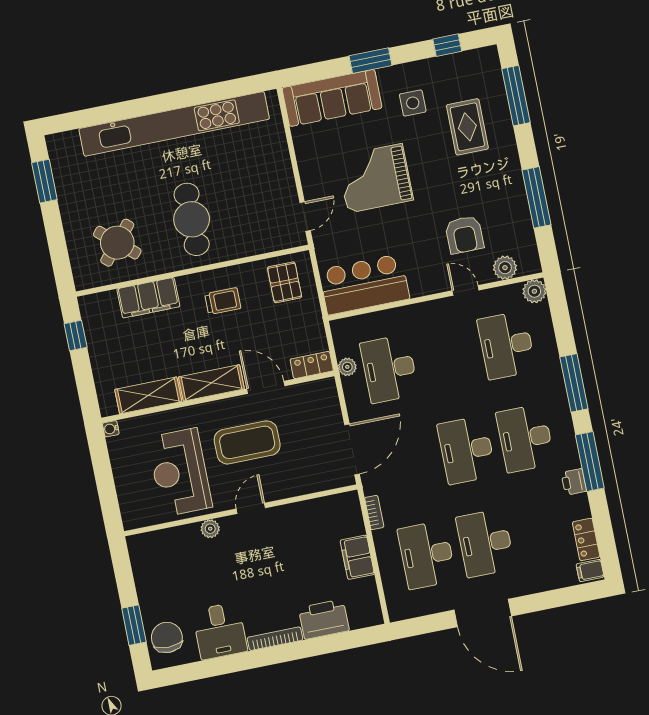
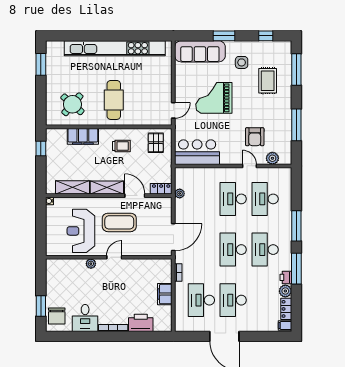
plant: (534, 291) -> (285, 291), moved
desk: (389, 369) -> (233, 199), moved
chair: (167, 637) -> (57, 316), turned 180

